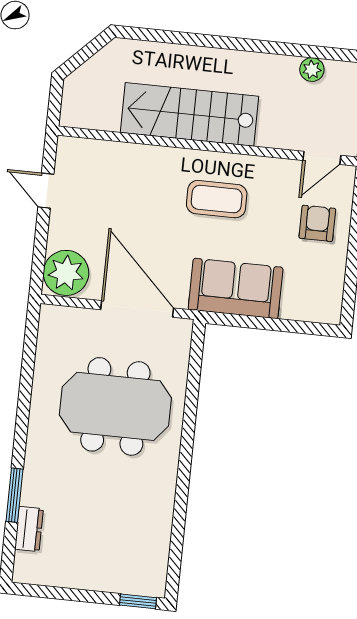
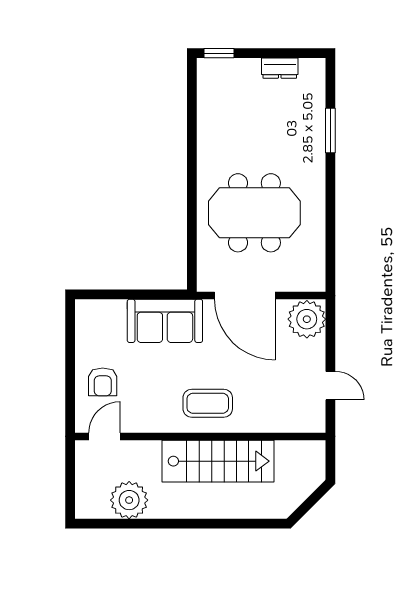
plant: (312, 70) -> (129, 500), width x1.87, depth x1.87
coffee table: (217, 199) -> (208, 403), moved
dresser: (29, 529) -> (280, 68), moved, turned -90

